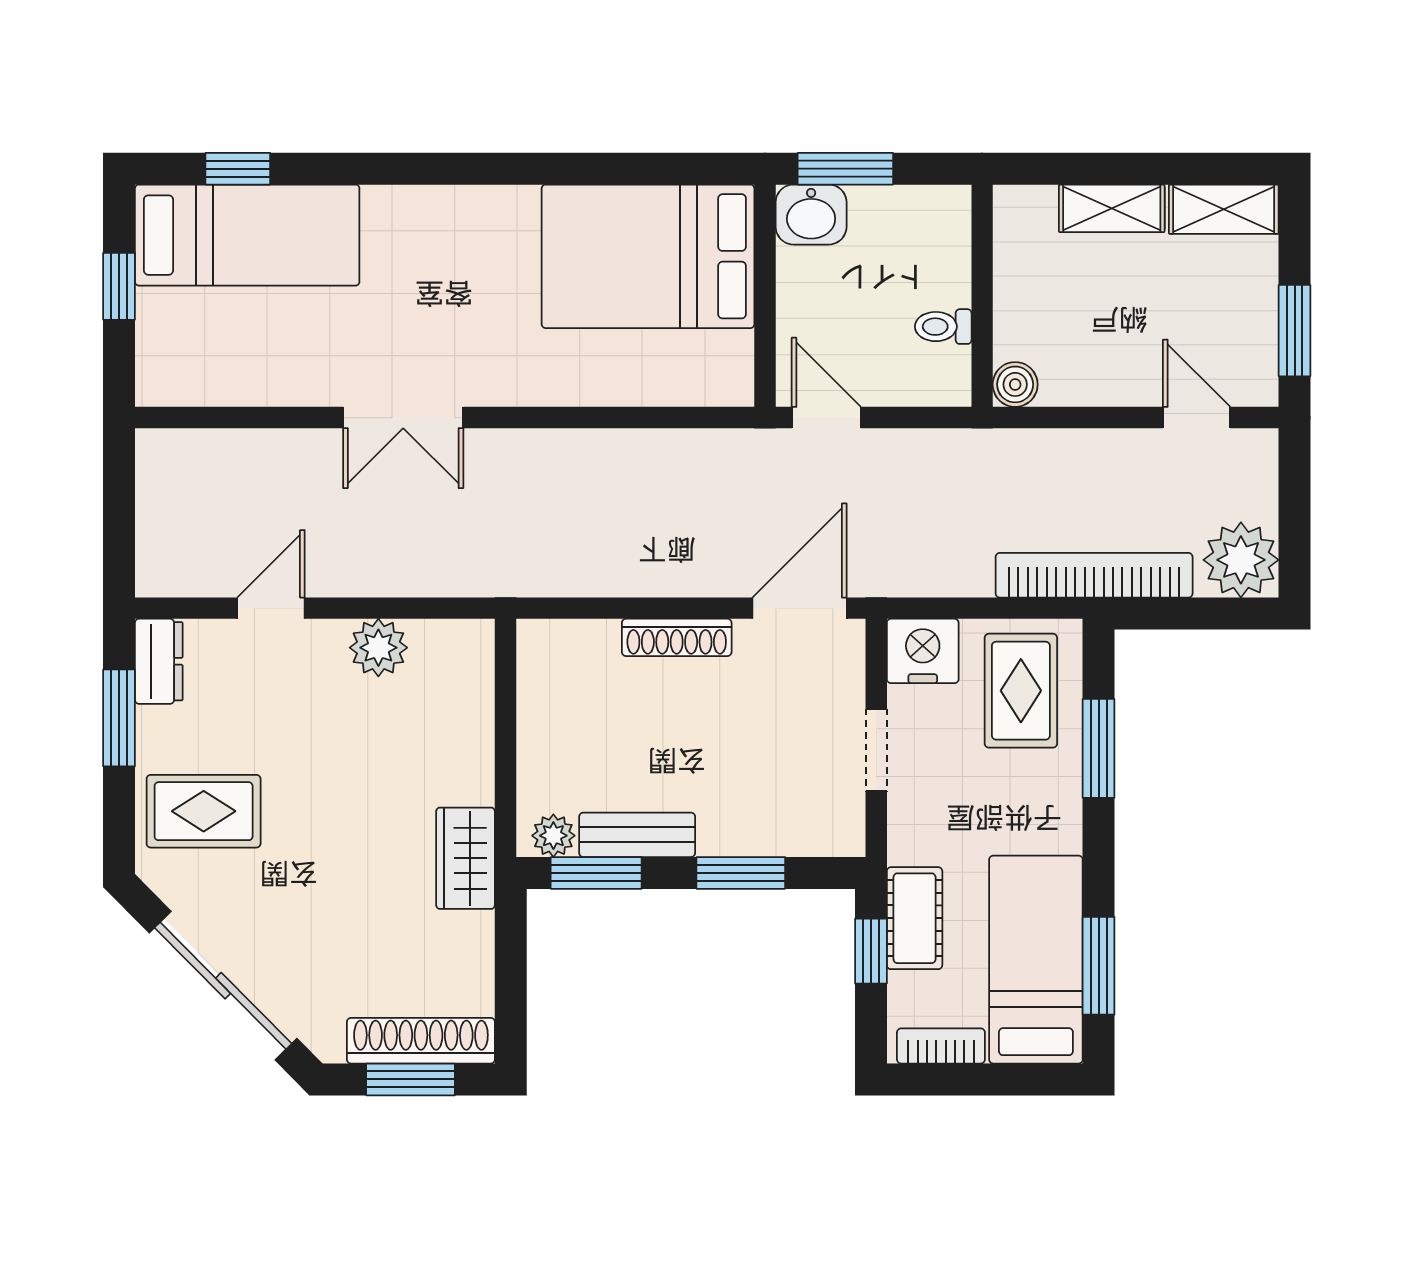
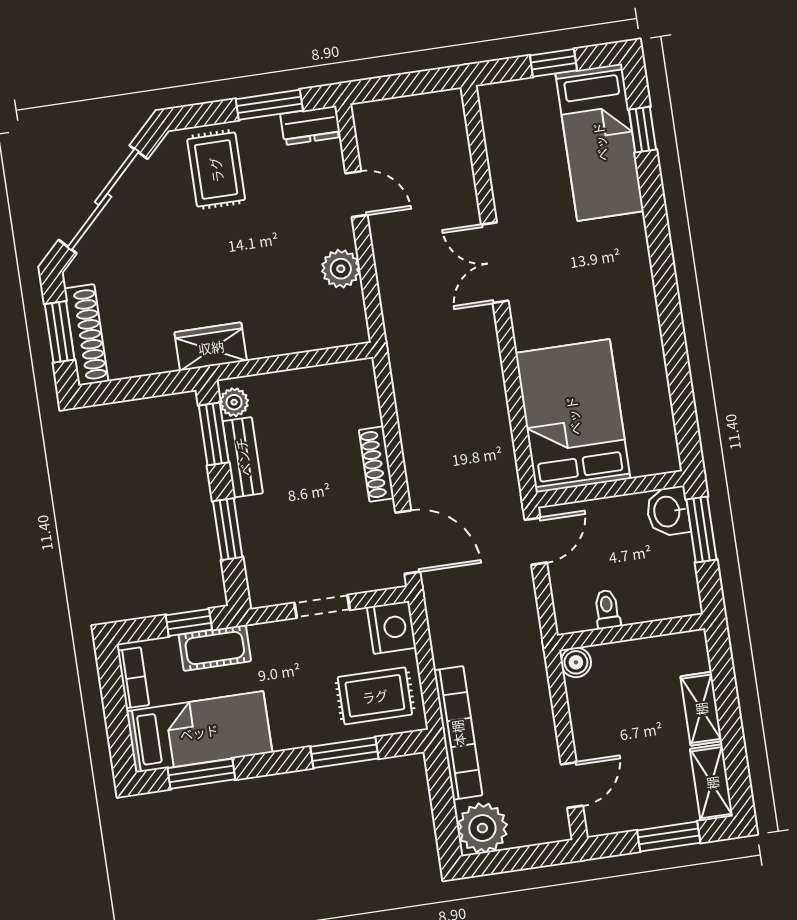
bed: (648, 256) -> (573, 416), moved
window: (1295, 331) -> (669, 837), moved

